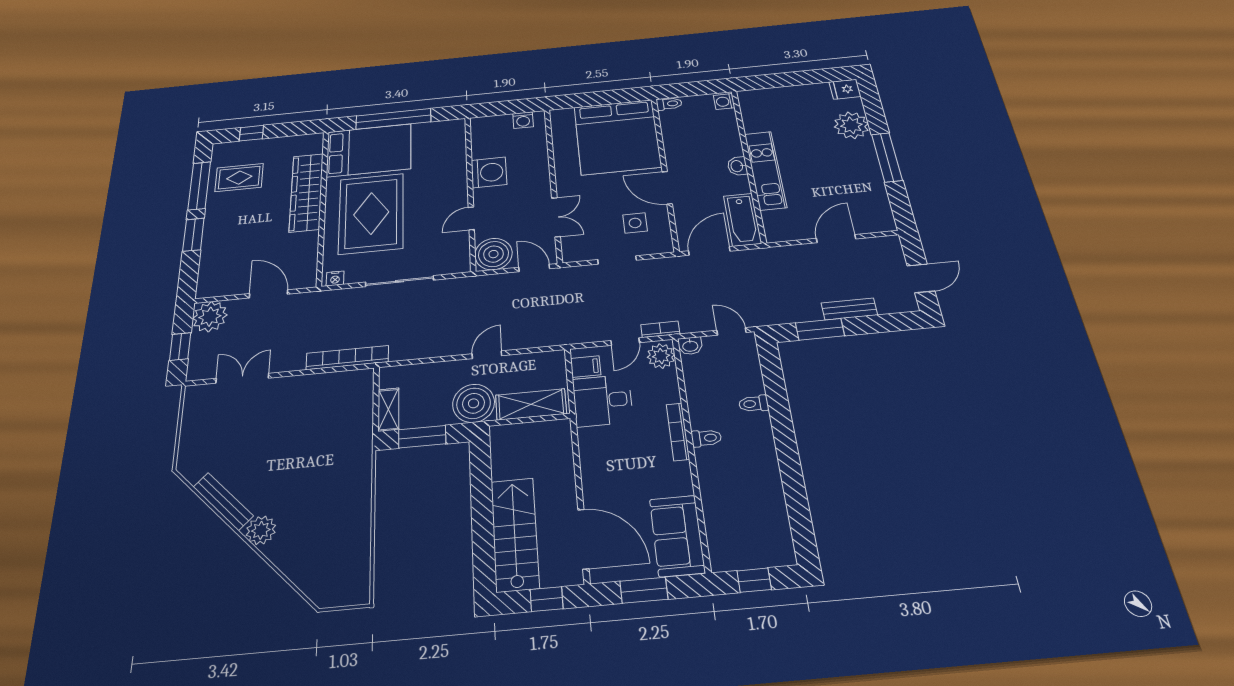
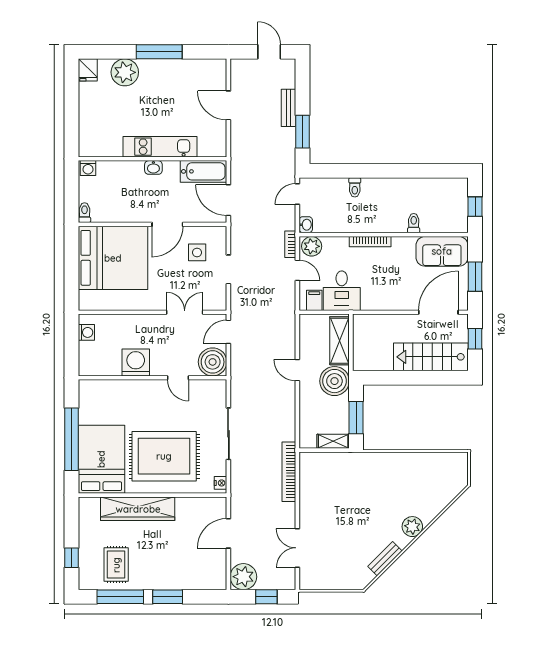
toilet: (706, 438) -> (414, 223), moved
bench: (223, 501) -> (385, 559), width x0.73

